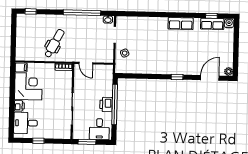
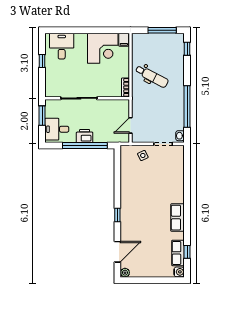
window: (14, 33) -> (162, 30), added
door: (86, 63) -> (131, 125), moved
door: (210, 78) -> (117, 252), hinge flipped
printer: (19, 106) -> (81, 39), removed

